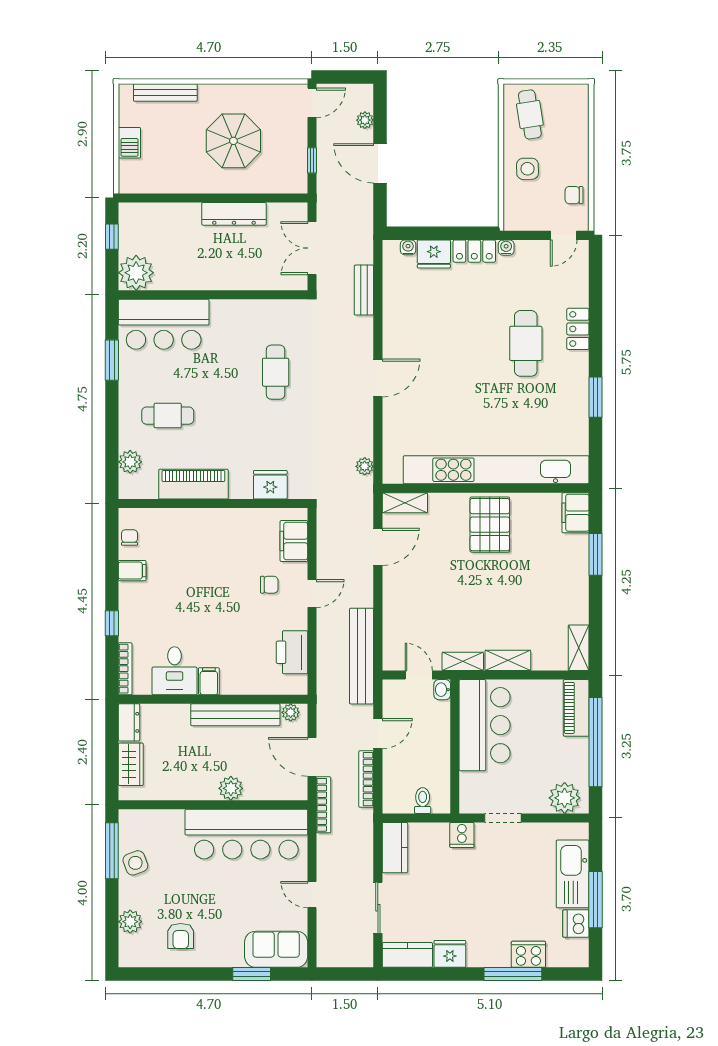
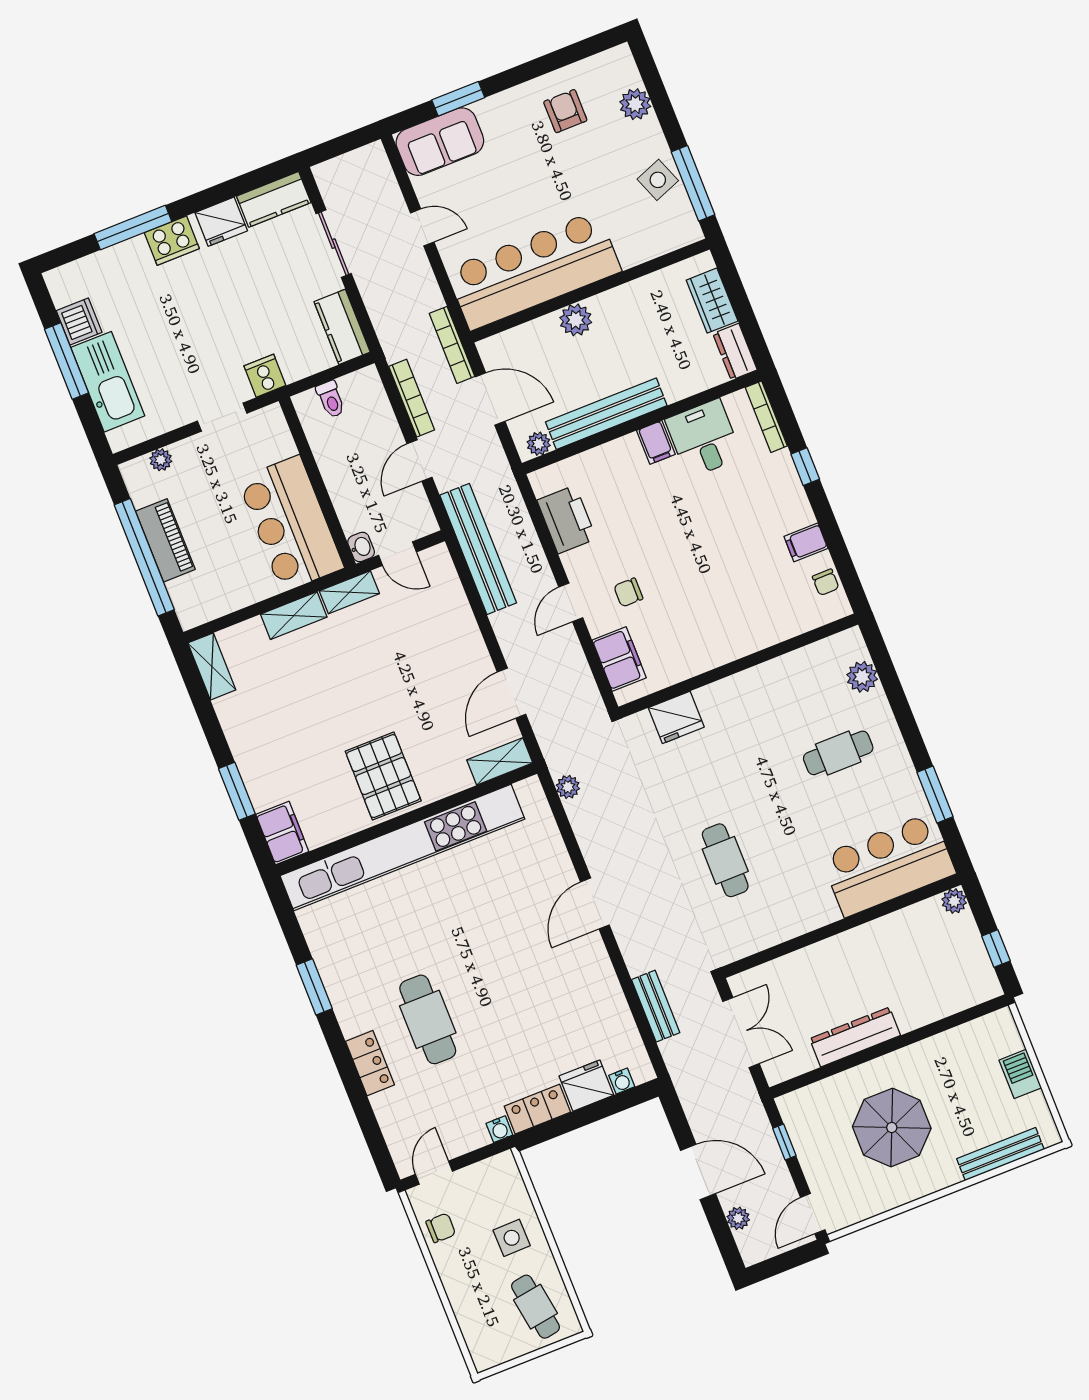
plant: (136, 273) -> (954, 901), width x0.53, depth x0.53
piano: (193, 484) -> (772, 680), removed
piano: (576, 708) -> (165, 540), moved
plant: (565, 798) -> (161, 460), width x0.53, depth x0.53
cooker: (528, 954) -> (172, 241), moved

